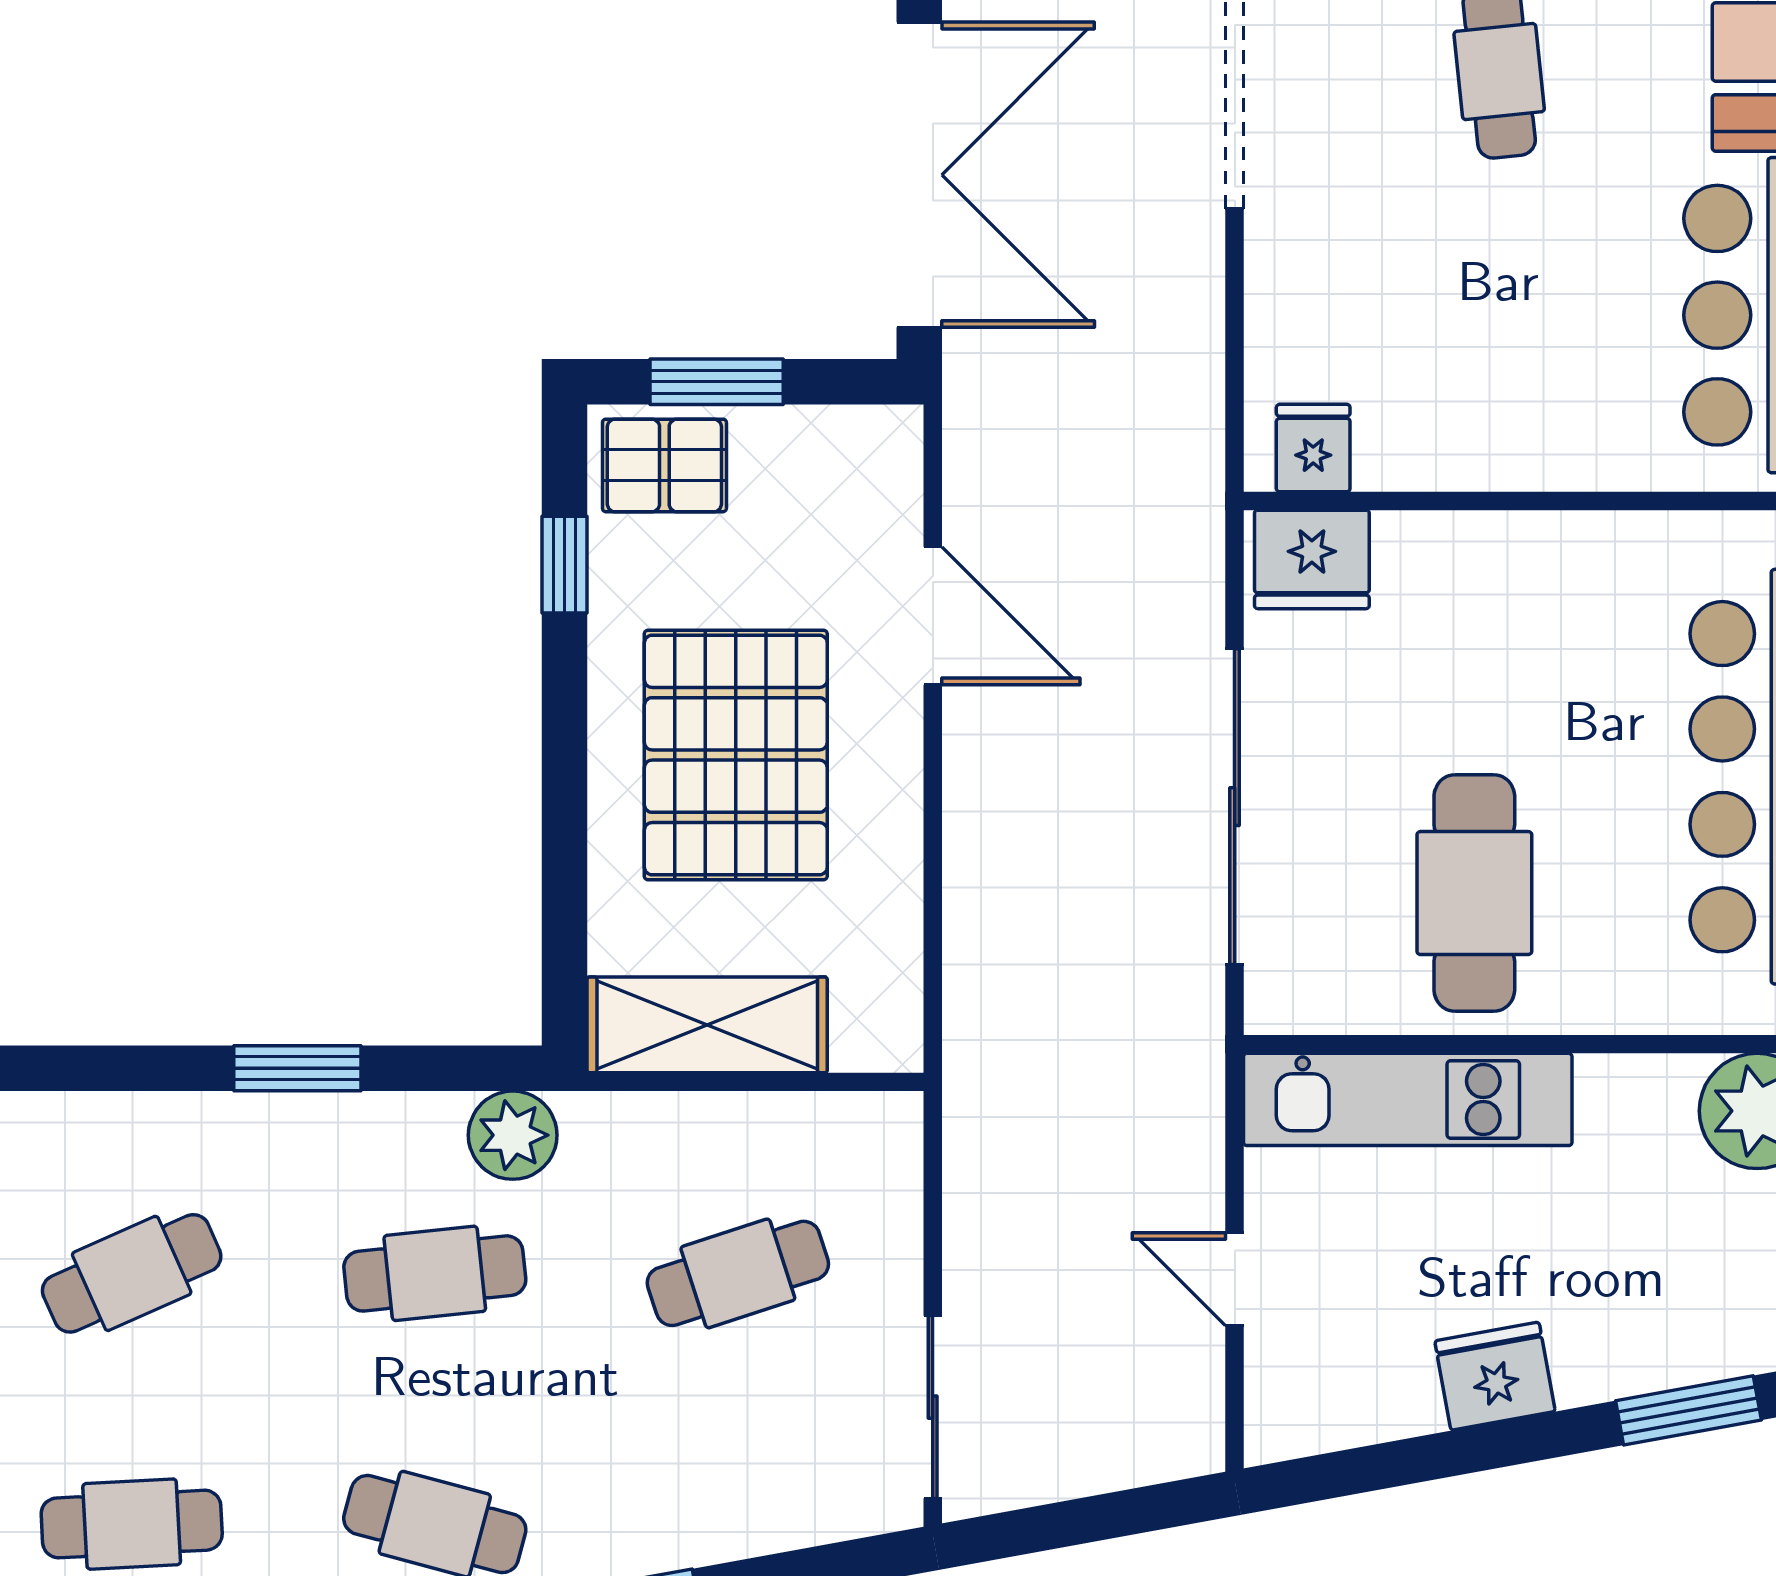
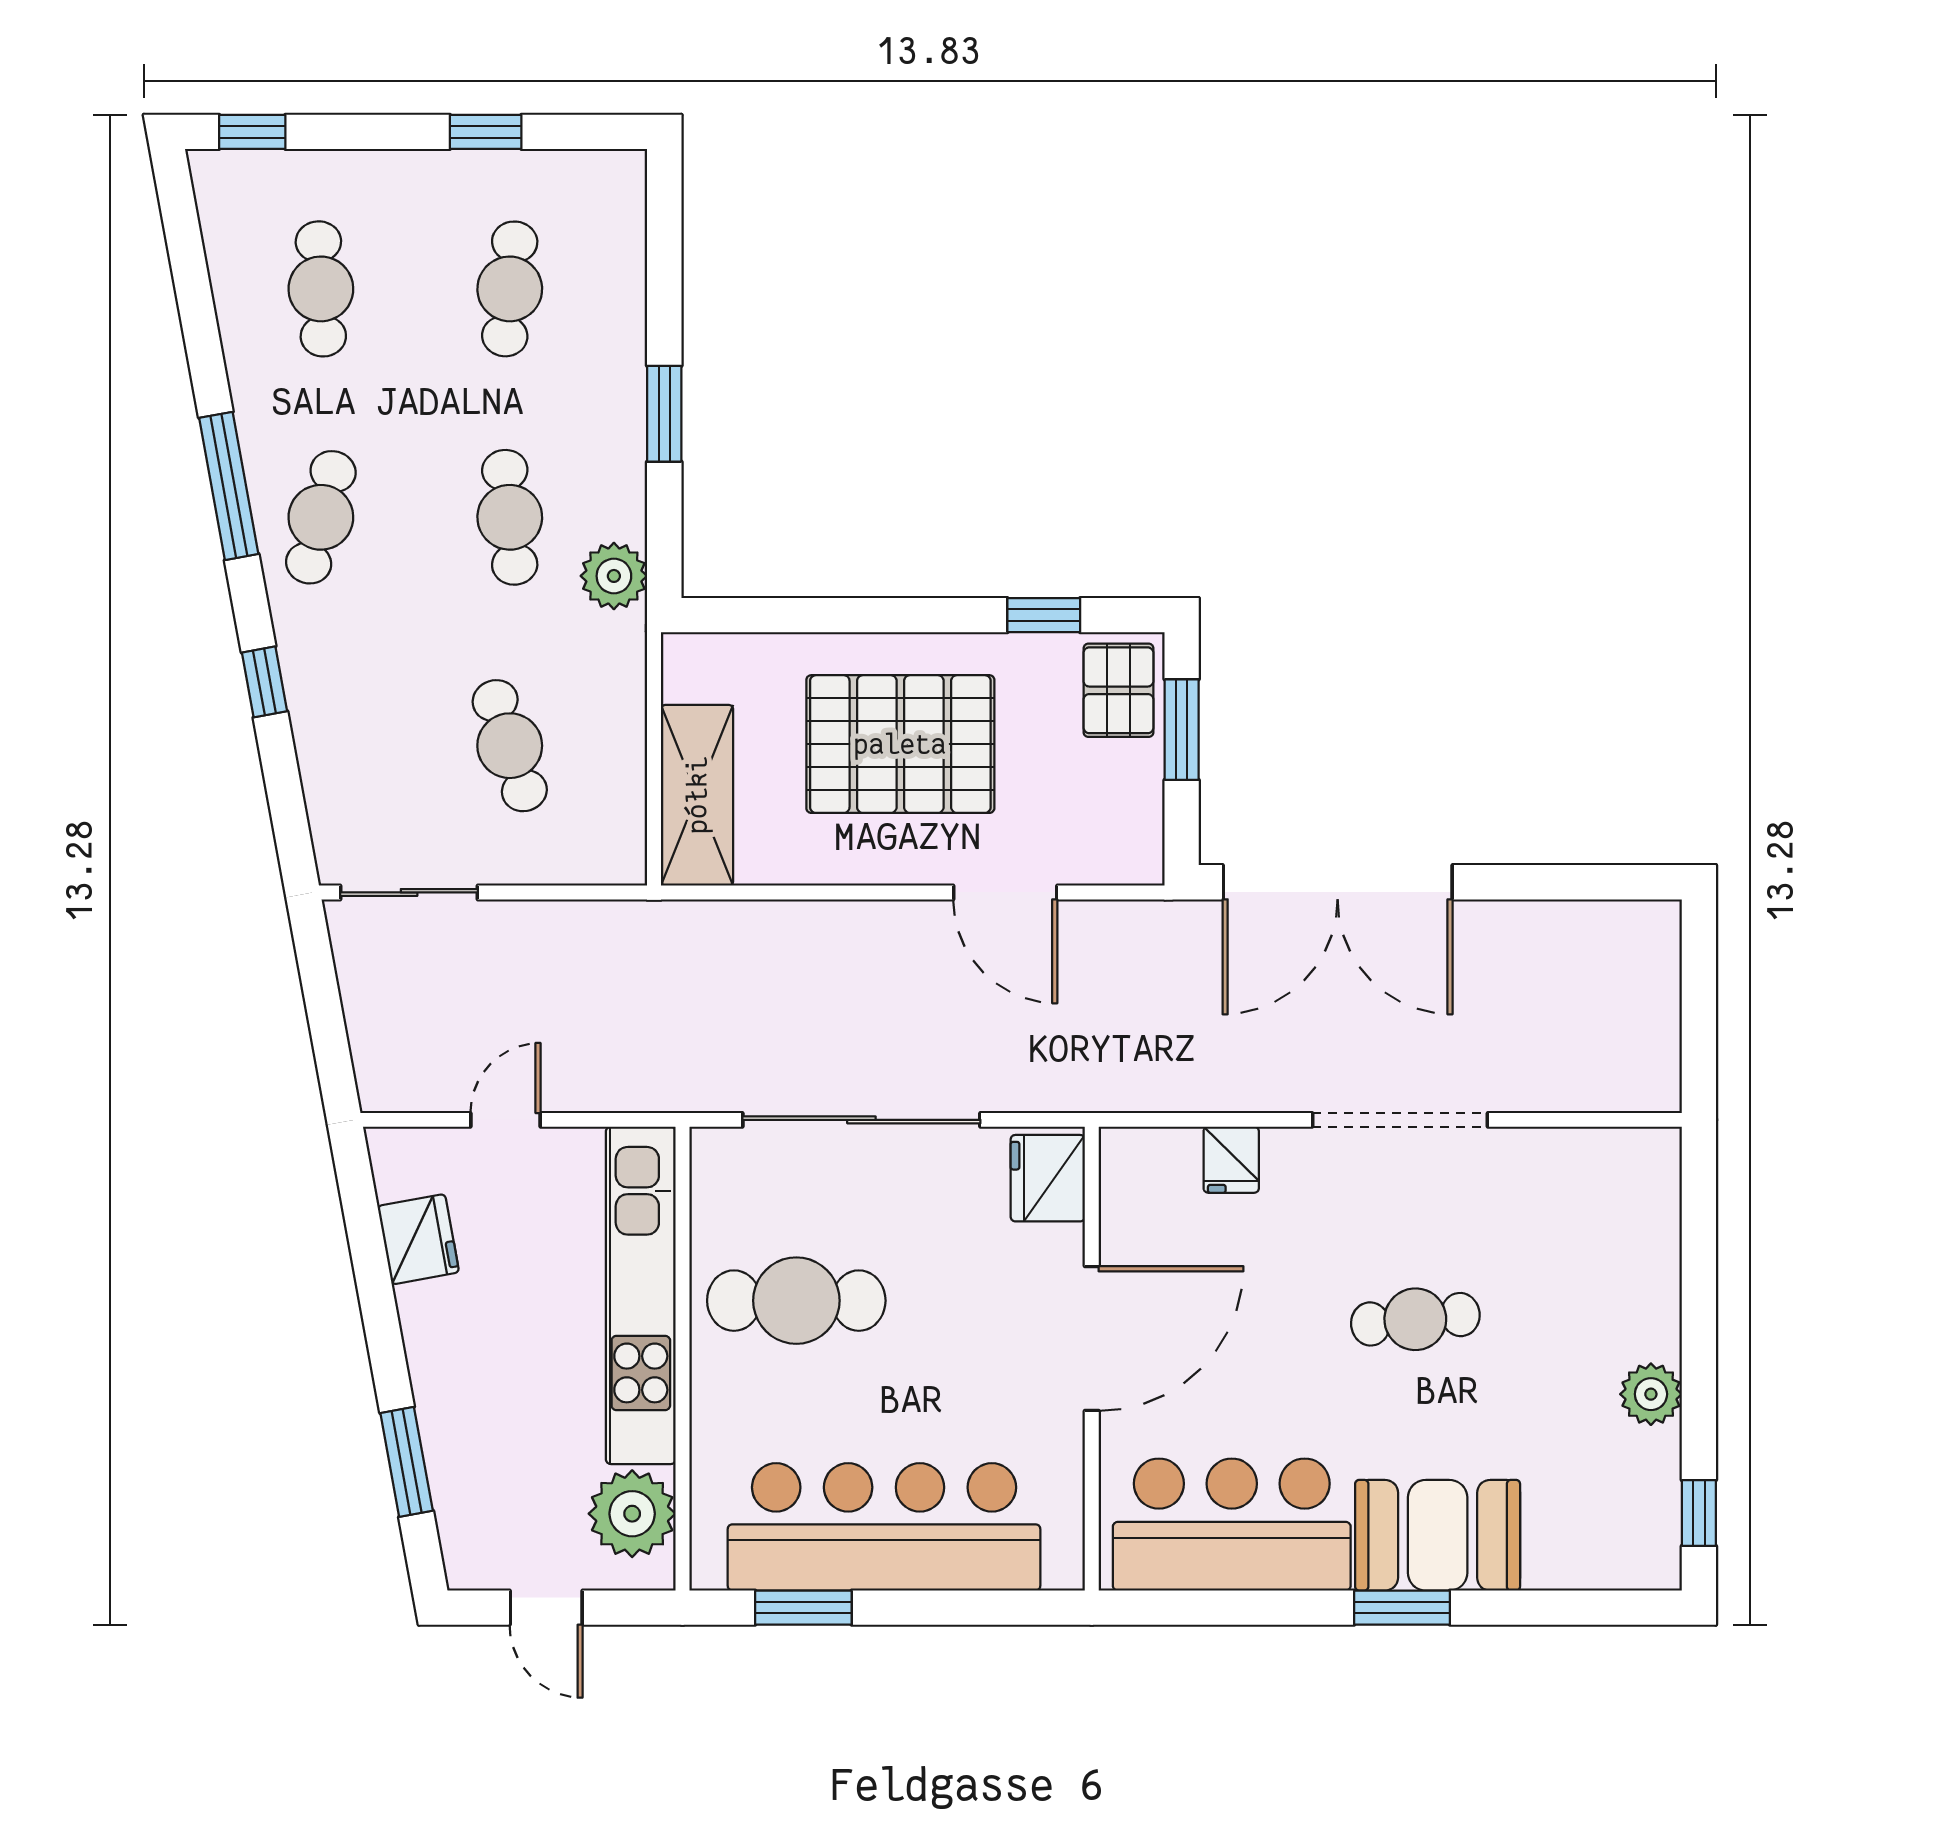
fridge: (1313, 448) -> (1231, 1160), moved, turned 90
door: (1525, 501) -> (1092, 1339), added
door: (933, 616) -> (1005, 892), hinge flipped
shelving: (707, 1025) -> (697, 795), moved
kitchen unit: (1408, 1099) -> (641, 1295), width x1.36
cafe table: (132, 1273) -> (510, 289), turned 30
fridge: (1495, 1376) -> (418, 1239), moved

